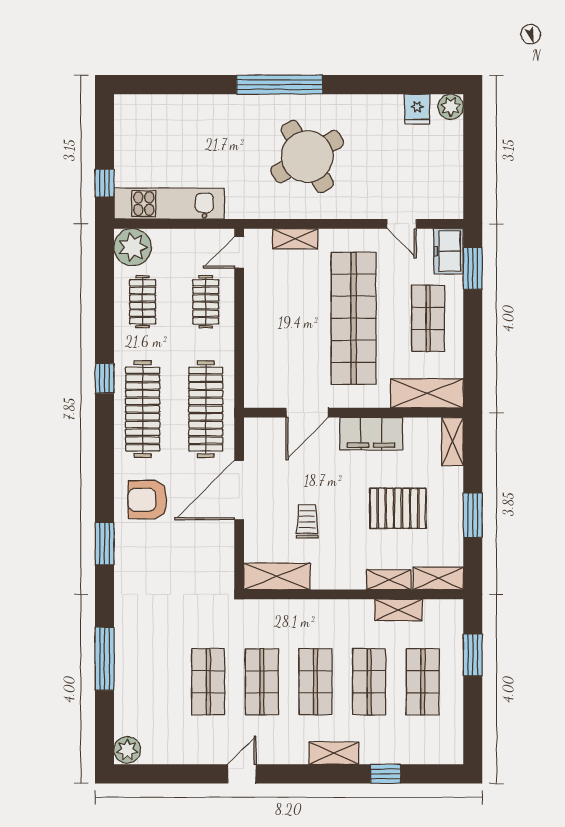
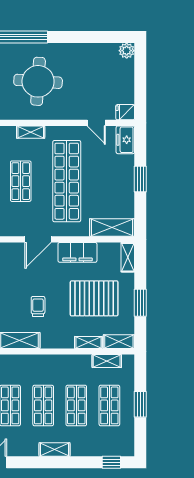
fridge: (417, 109) -> (125, 112), moved, turned 90
round table: (307, 156) -> (38, 81), turned 35
window: (473, 268) -> (140, 179), moved
shop shelf: (428, 318) -> (21, 181), moved
pallet: (398, 508) -> (94, 298), width x1.37, depth x1.41
shelving: (398, 610) -> (107, 361), moved
window: (473, 655) -> (140, 404), moved
window: (385, 774) -> (111, 462), moved

